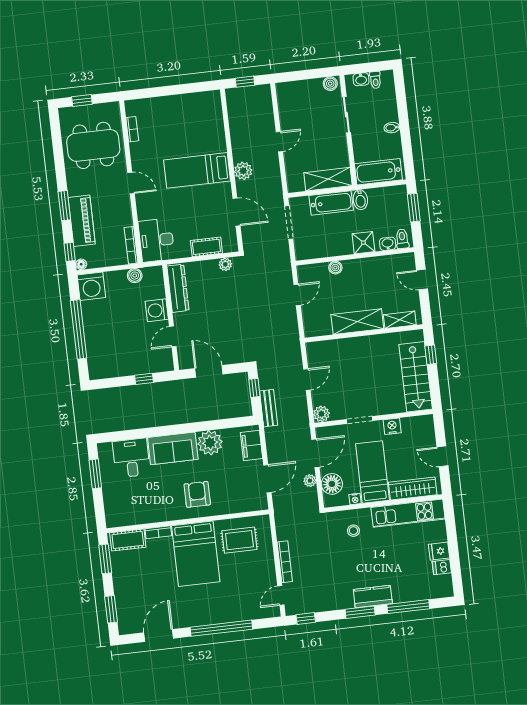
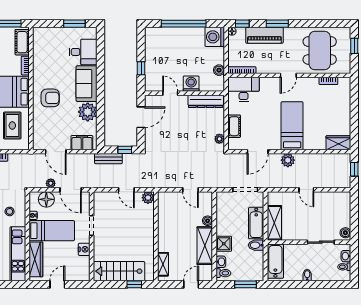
wardrobe: (212, 107) -> (338, 143), added
shelving: (357, 322) -> (205, 246), moved
plant: (321, 414) -> (148, 198), moved

